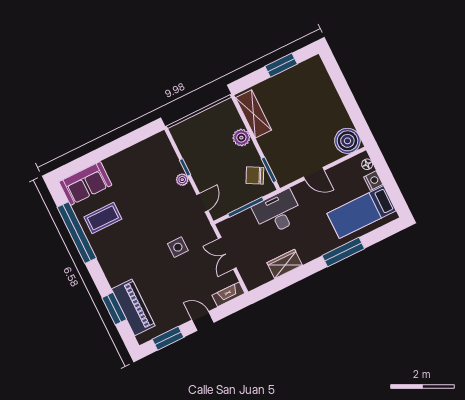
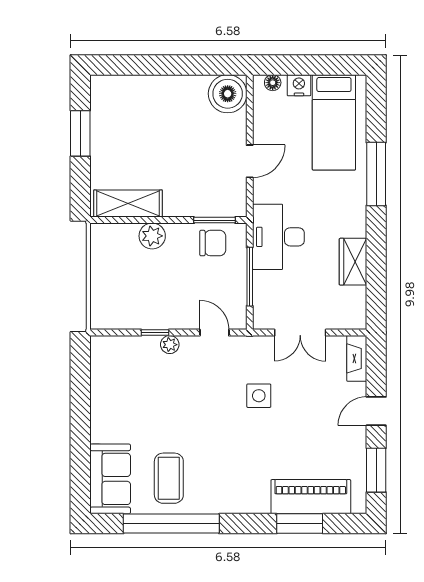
chair: (255, 175) -> (213, 243), turned -118

